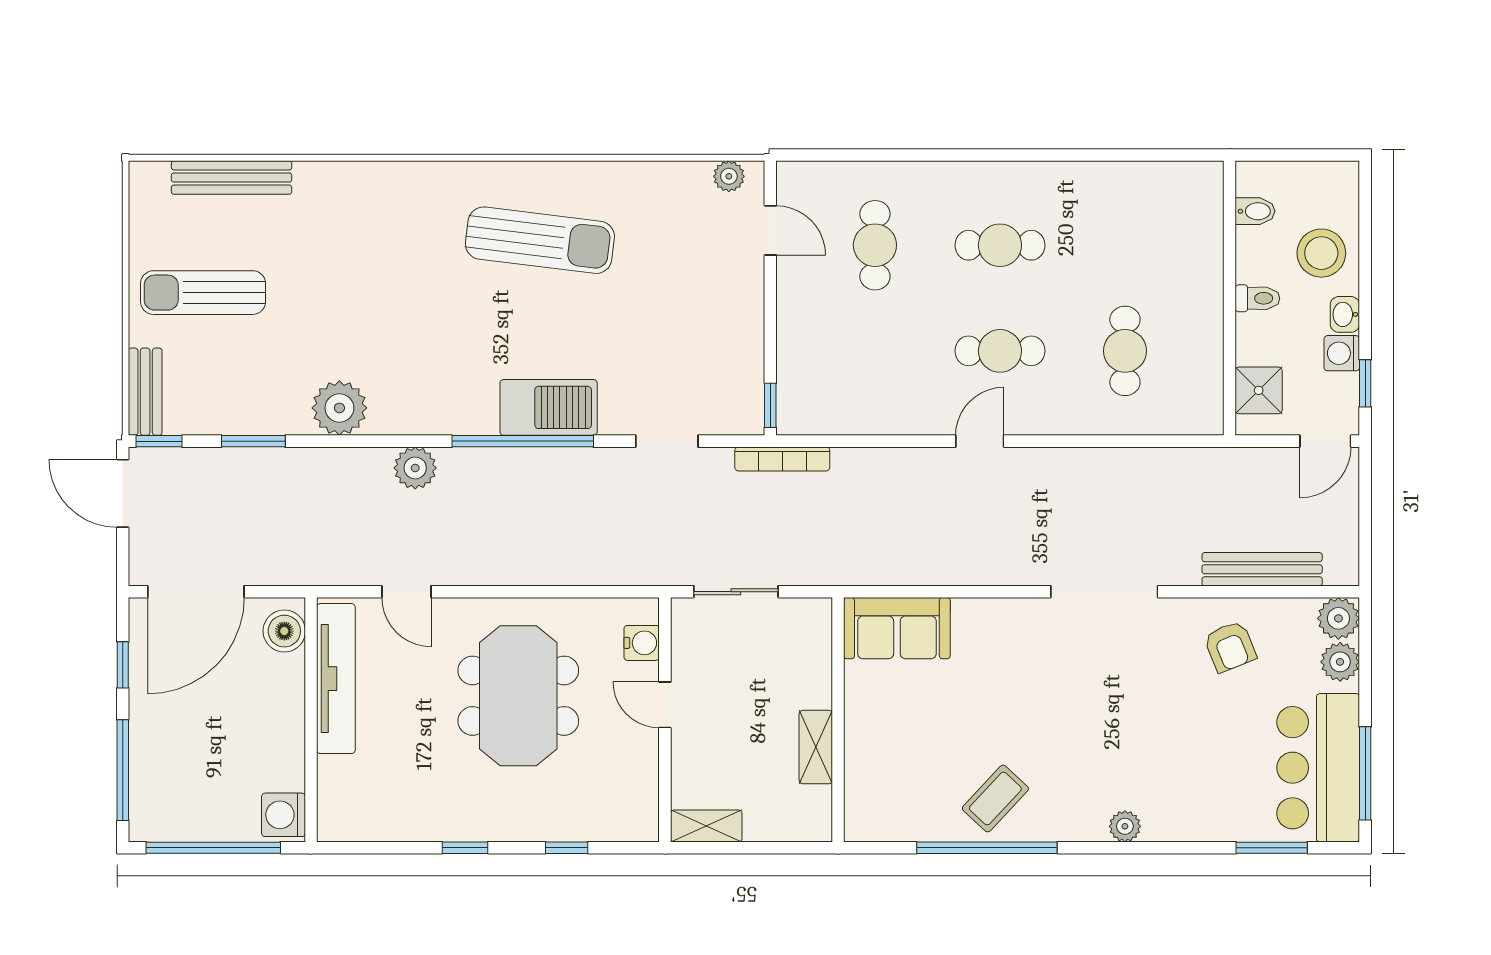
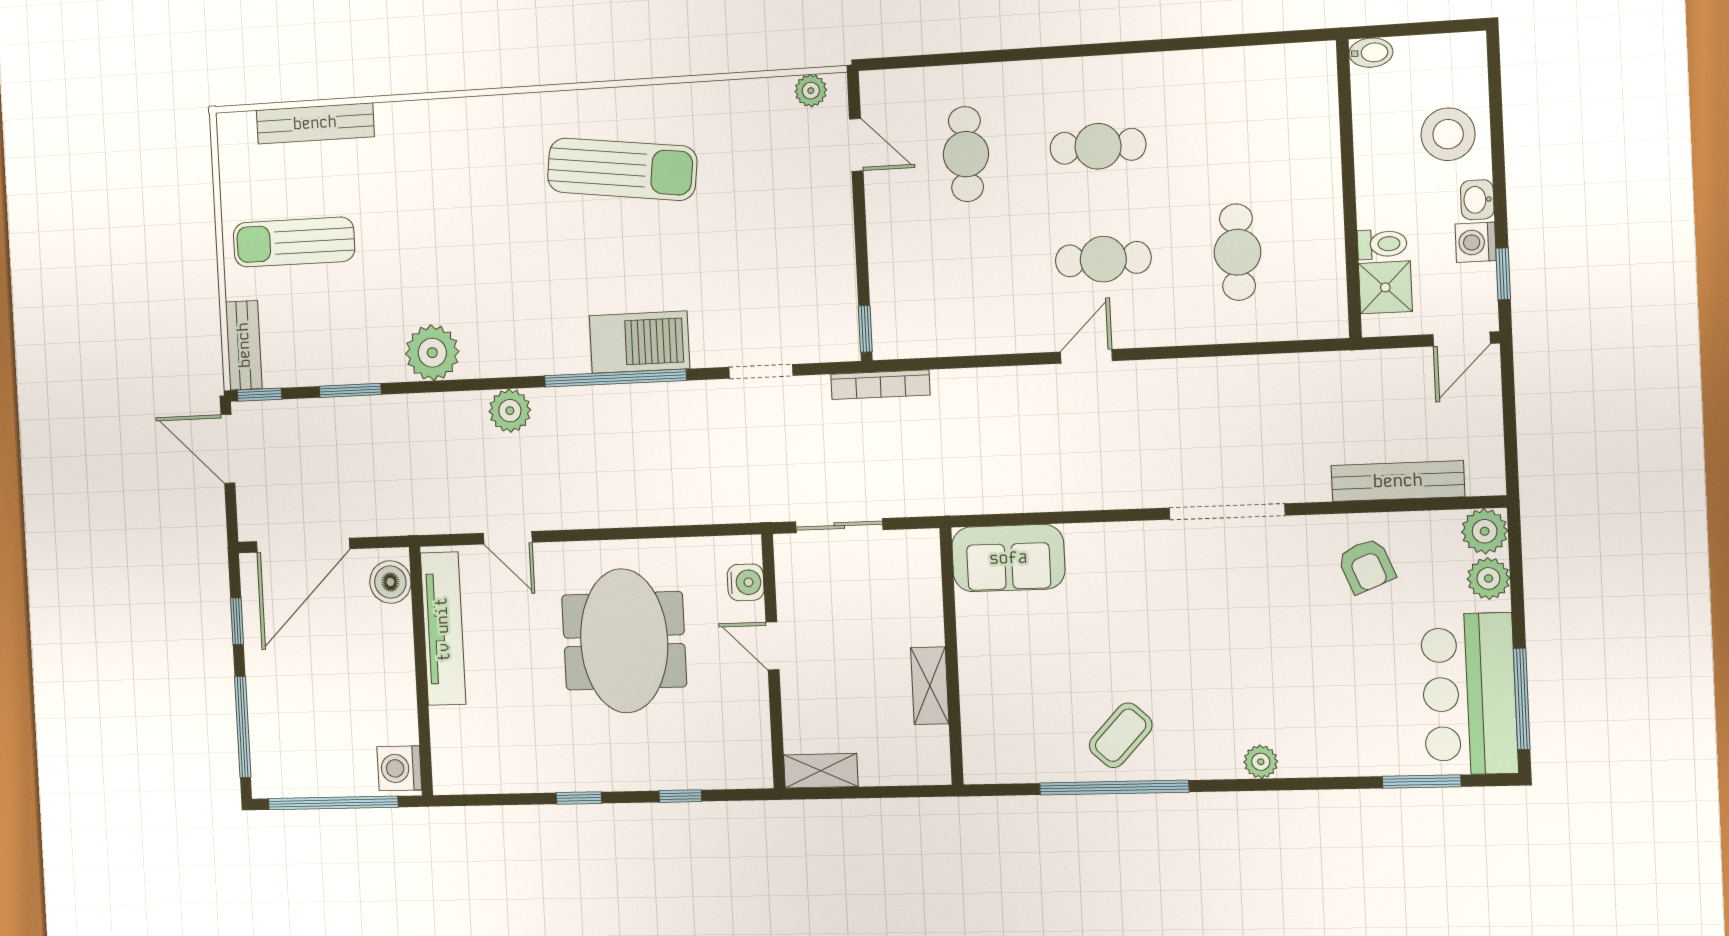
bidet: (1255, 211) -> (1371, 53), moved
toilet: (1257, 298) -> (1382, 244), moved

